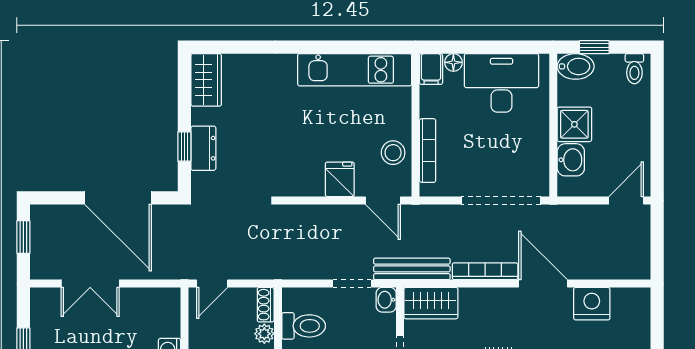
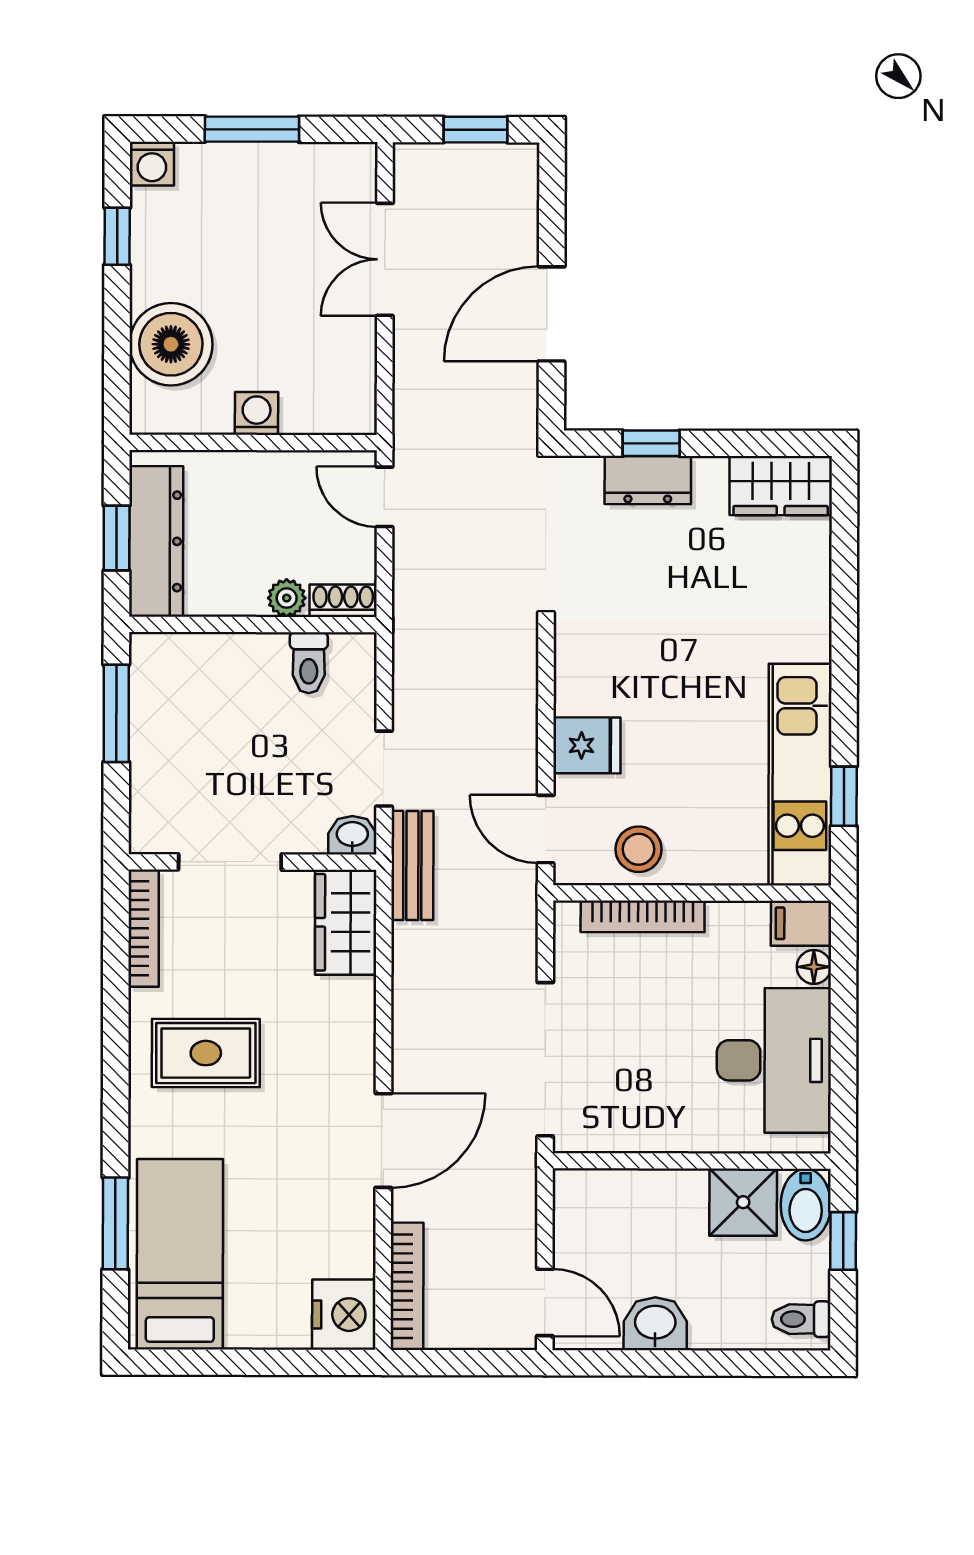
window: (366, 47) -> (844, 796), added
shower: (574, 124) -> (743, 1202), moved
washbasin: (571, 160) -> (655, 1324), moved, turned 180
door: (118, 198) -> (552, 314), width x0.73
door: (383, 200) -> (546, 829), hinge flipped
bench: (412, 269) -> (412, 865), width x0.73
bookcase: (485, 271) -> (407, 1286), moved
nightstand: (592, 304) -> (344, 1315), moved
toilet: (304, 326) -> (309, 663), width x0.73, depth x0.72

